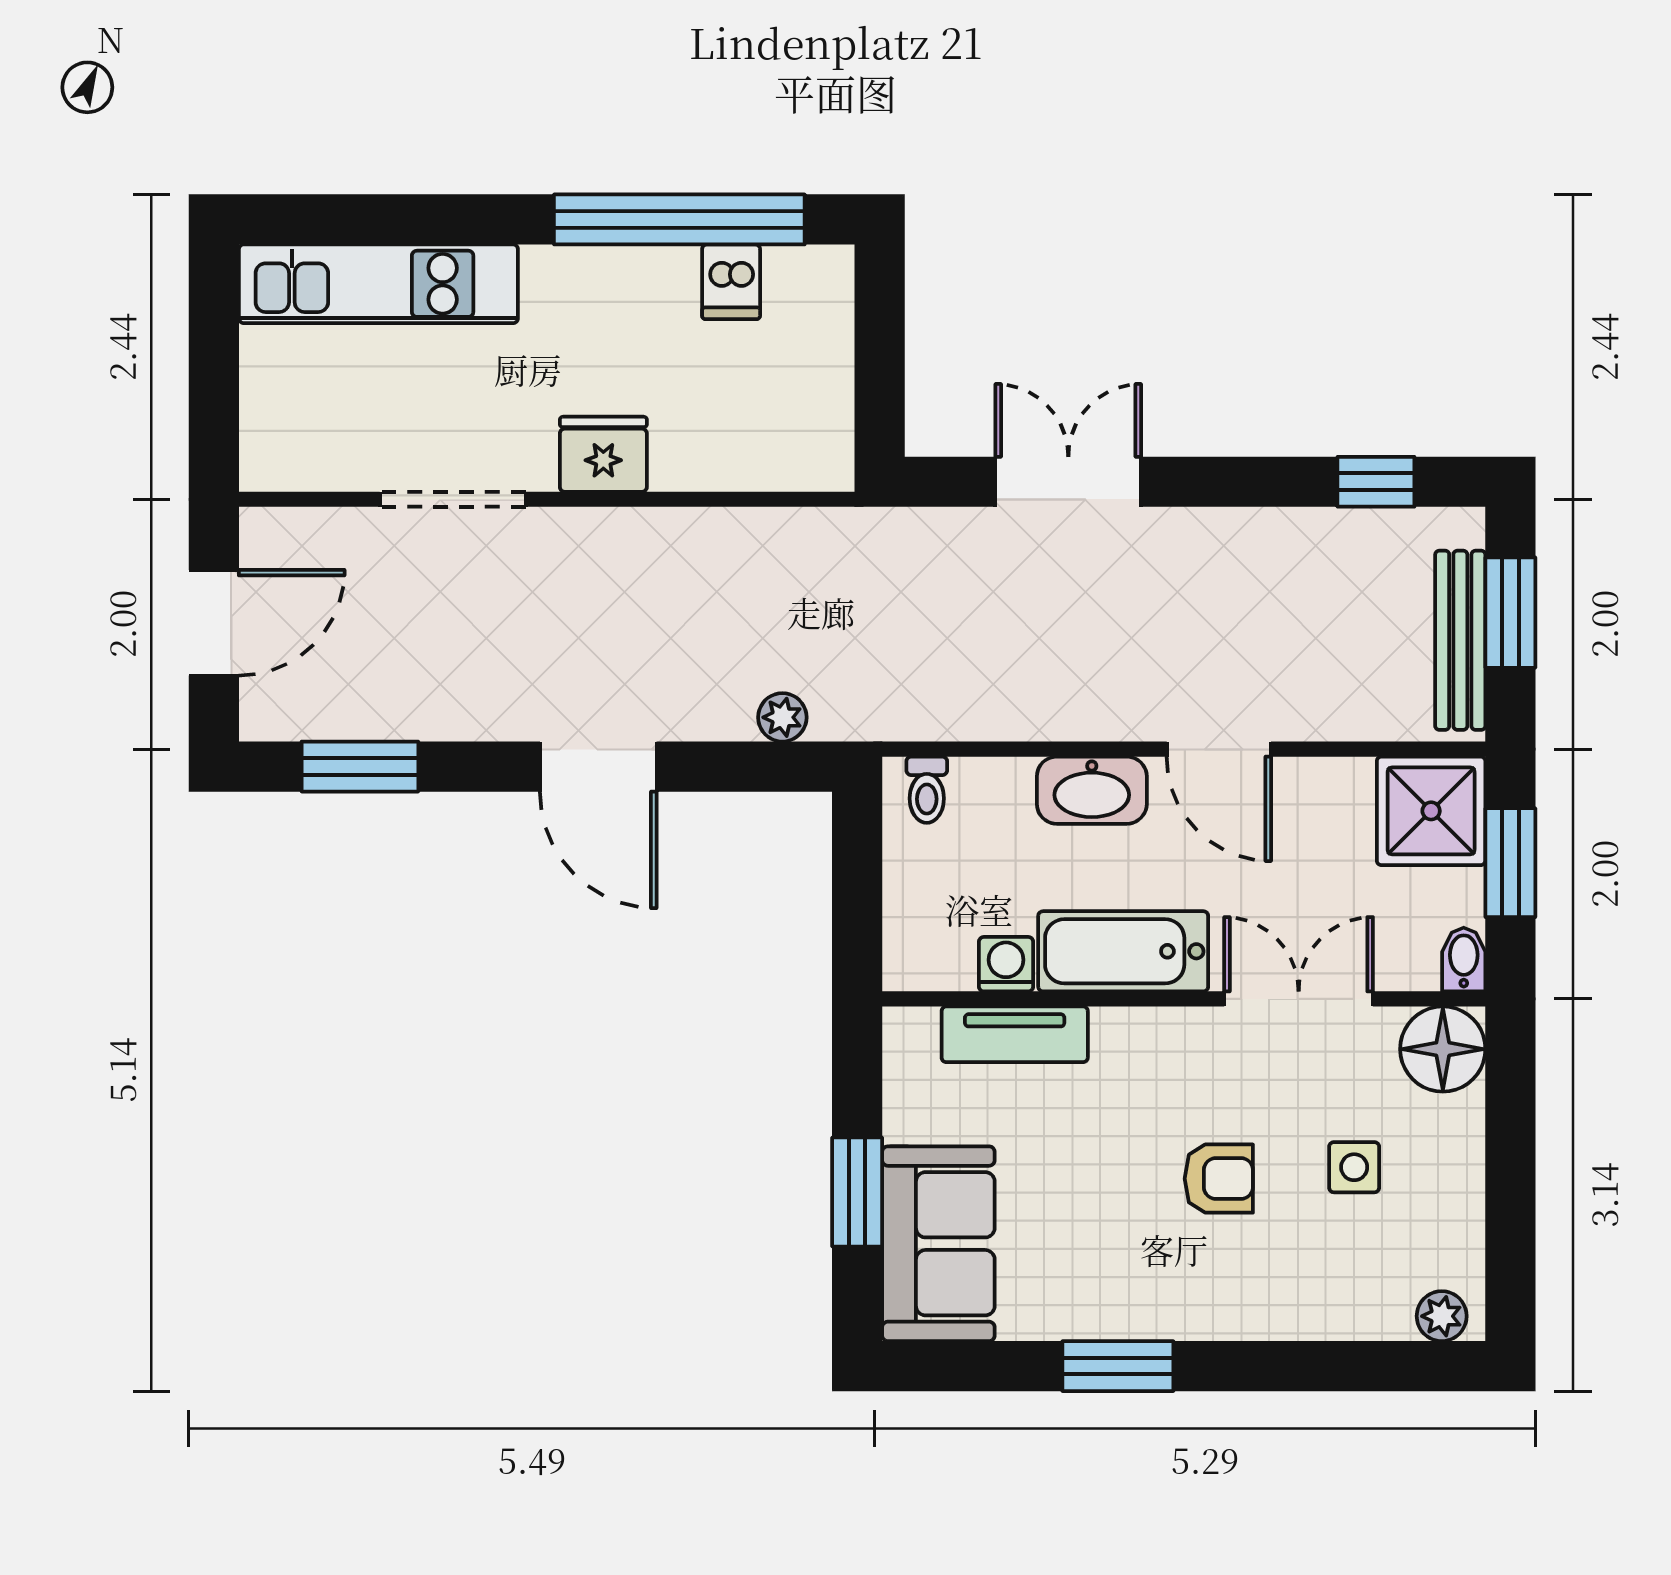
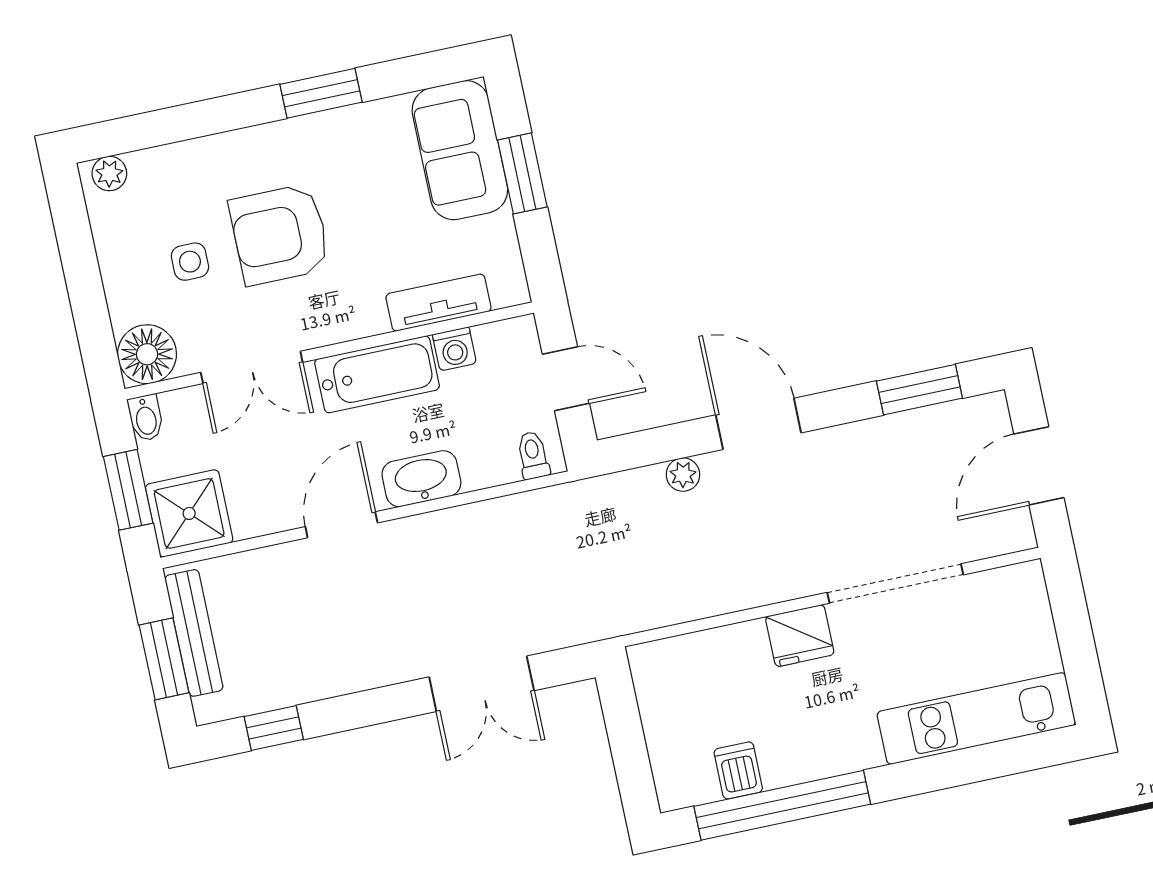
doorway: (453, 499) -> (895, 584), width x1.36
plant: (782, 717) -> (683, 475), moved
door: (1219, 749) -> (341, 525), hinge flipped
door: (857, 888) -> (566, 379), added
armchair: (1219, 1179) -> (280, 235), width x1.88, depth x1.88

